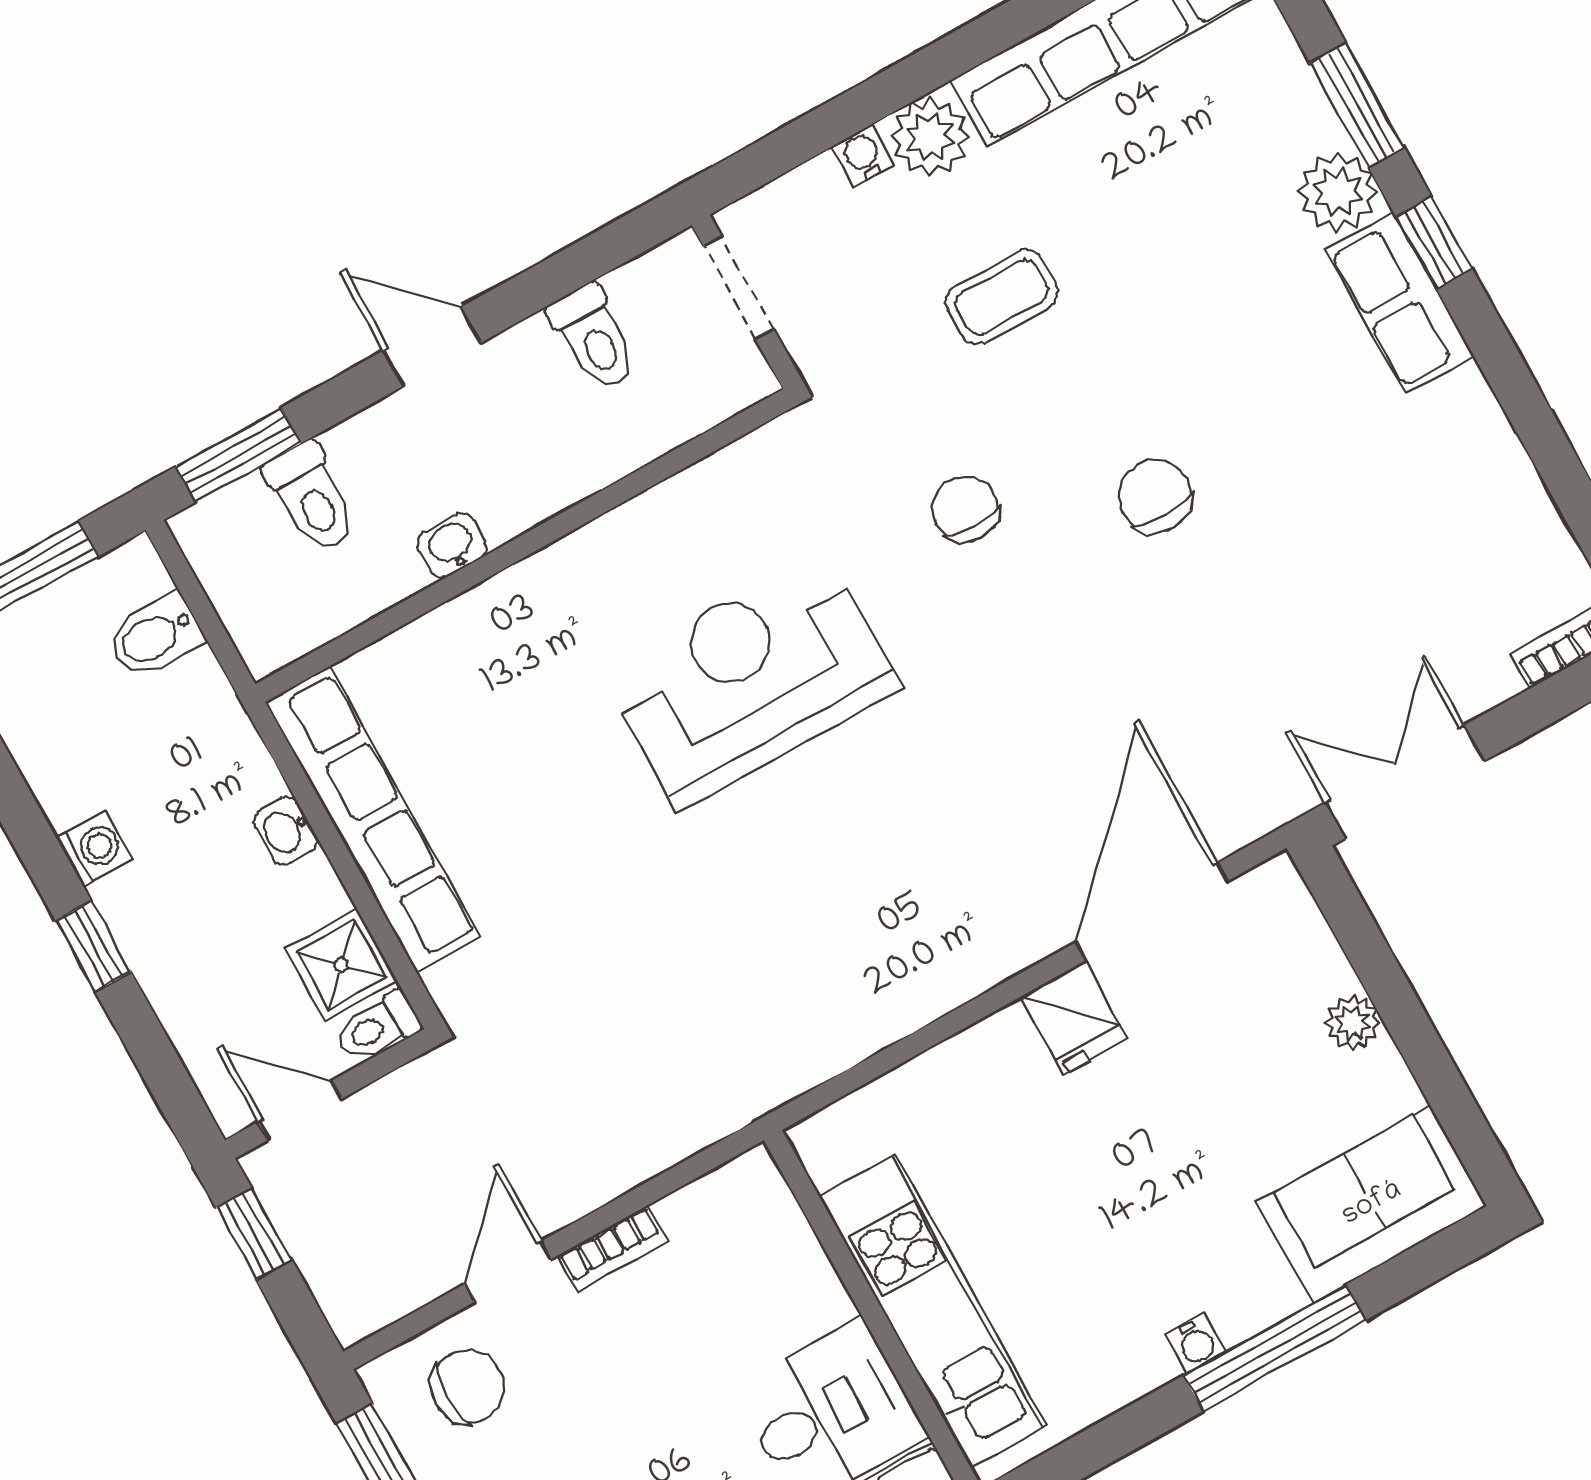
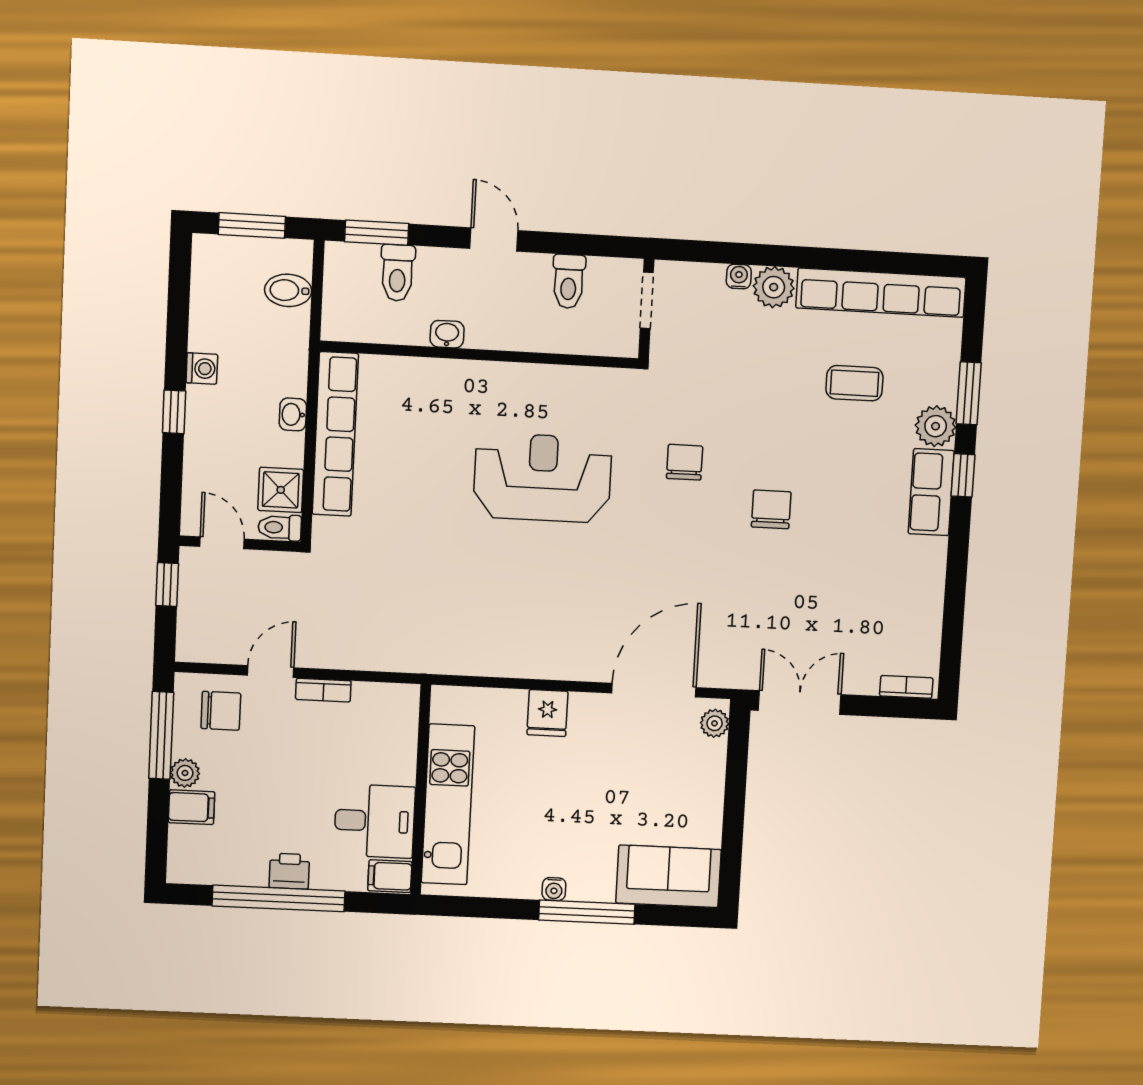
coffee table: (1002, 297) -> (854, 383), moved
fridge: (1074, 1017) -> (547, 713), moved
plant: (1353, 1023) -> (715, 723), moved

